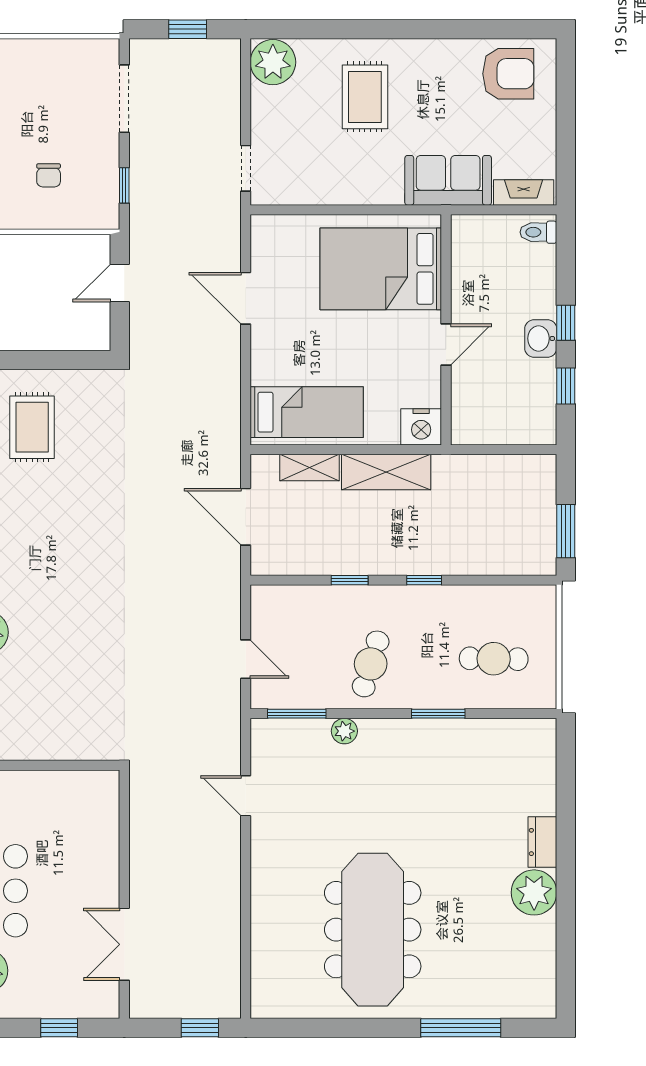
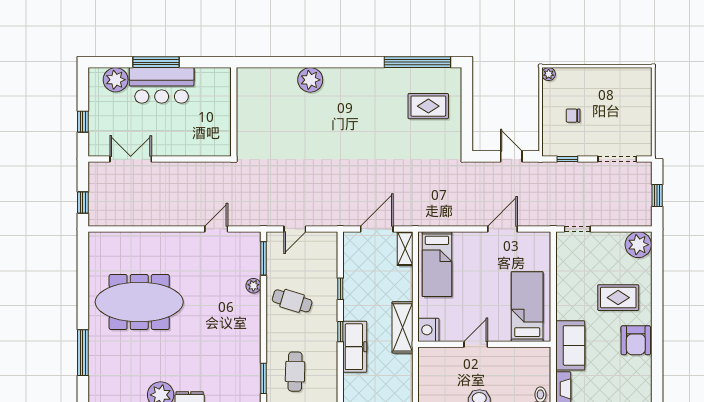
armchair: (508, 74) -> (636, 340), moved
bed: (381, 269) -> (527, 307), width x0.67
door: (446, 345) -> (476, 344), swing flipped
shelving: (309, 467) -> (405, 249), moved
shelving: (386, 472) -> (403, 327), moved
freezer: (450, 555) -> (355, 347), added
window: (438, 714) -> (263, 378), moved

